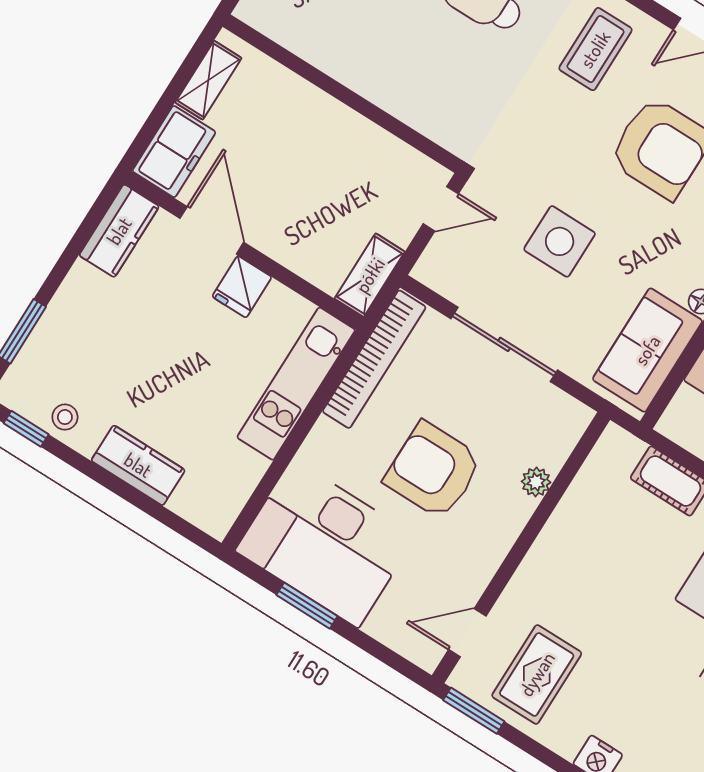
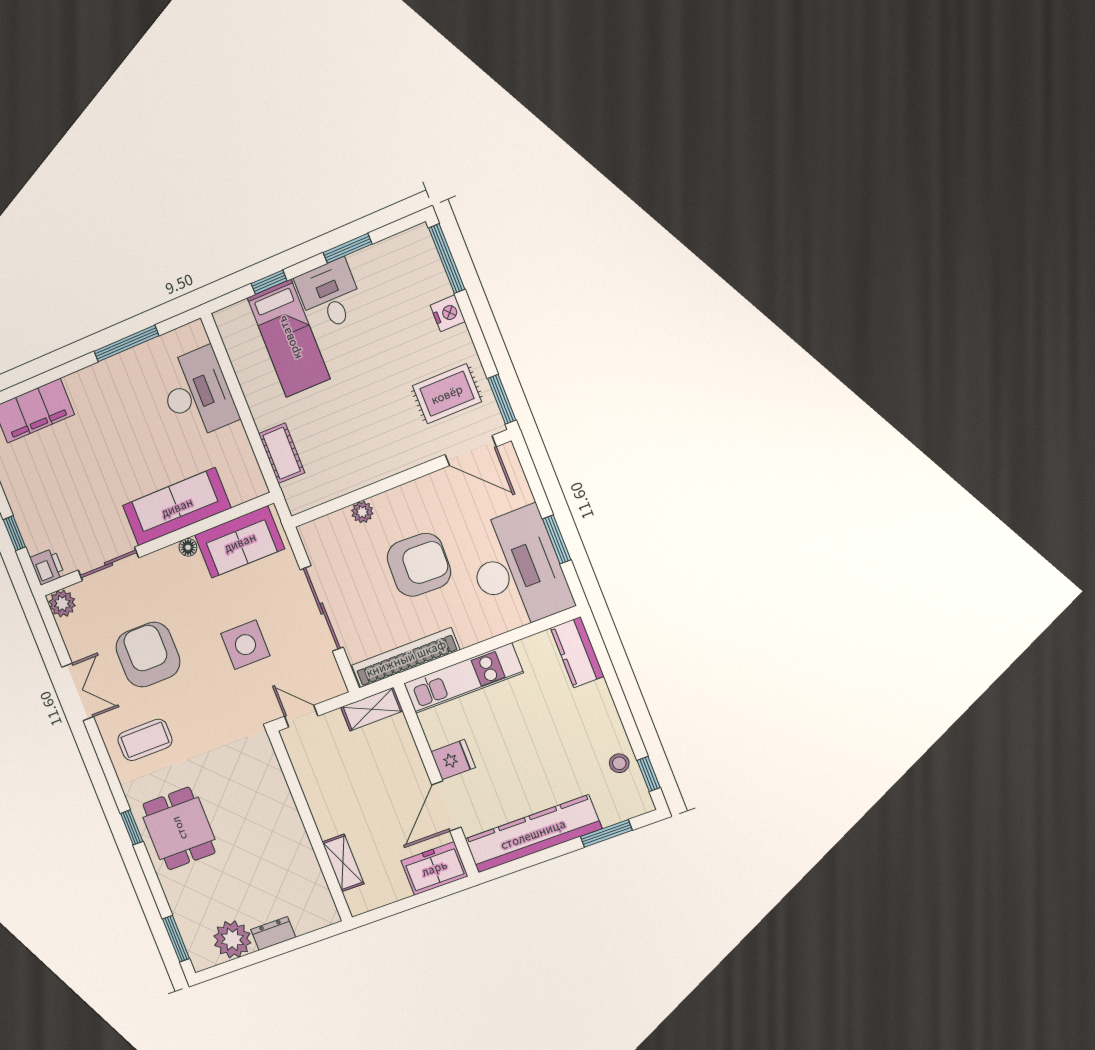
shelving: (208, 80) -> (343, 863), moved, turned 90
kitchen counter: (119, 231) -> (533, 834), width x2.08, depth x1.17
kitchen counter: (138, 465) -> (577, 652), moved
armchair: (433, 470) -> (419, 565), turned -88
door: (467, 633) -> (471, 451), width x1.38

